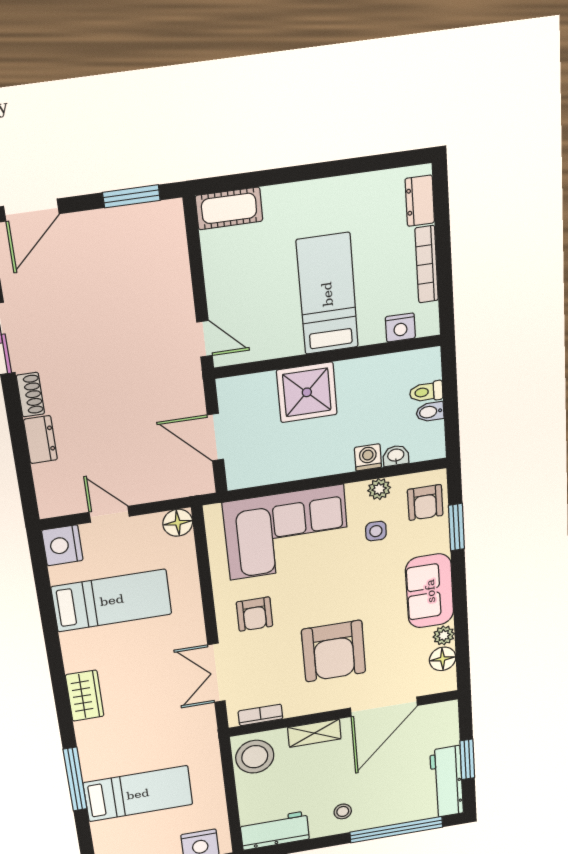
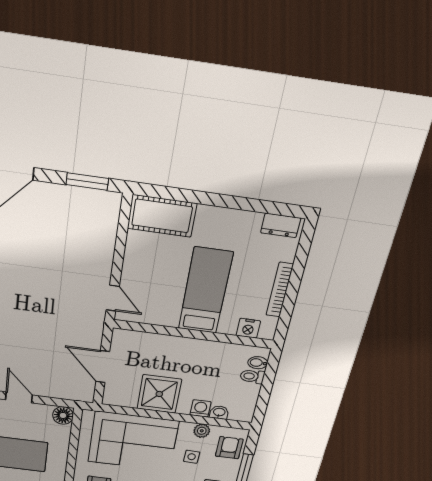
dresser: (420, 201) -> (281, 225), moved, turned -90
cot: (229, 208) -> (162, 216), width x1.37, depth x1.34
shower: (307, 392) -> (159, 394), moved
bidet: (430, 412) -> (258, 363), moved
armchair: (425, 502) -> (229, 448), turned 180

